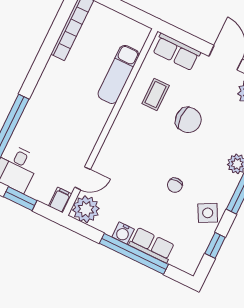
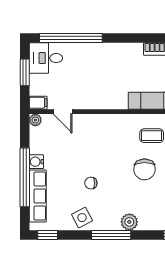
plant: (86, 209) -> (35, 120), width x0.53, depth x0.53
row of seats: (152, 245) -> (38, 196), width x1.48
window: (215, 245) -> (48, 235), moved

